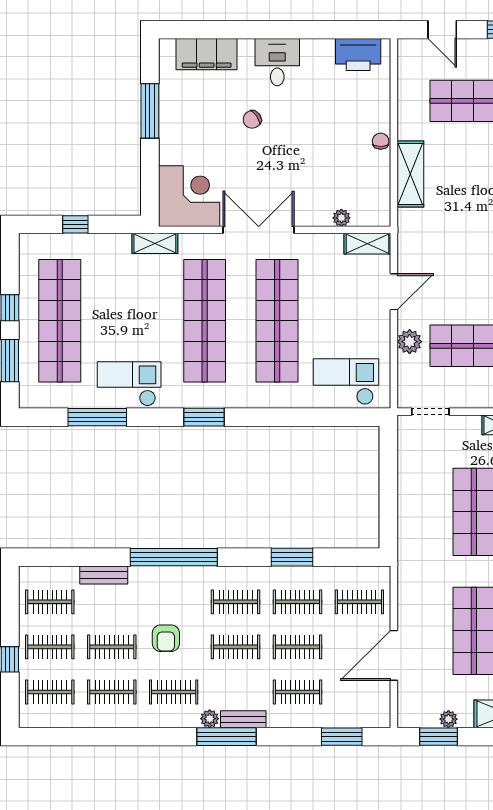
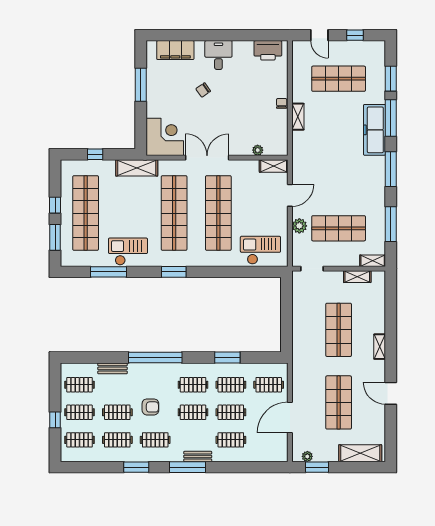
shelving: (410, 174) -> (298, 117), width x0.67, depth x0.75
shelving: (155, 243) -> (137, 168), width x1.50, depth x1.33
armchair: (166, 638) -> (150, 407), turned -90
plant: (210, 719) -> (177, 456), removed
plant: (448, 719) -> (307, 456), moved
window: (342, 737) -> (136, 467), moved

